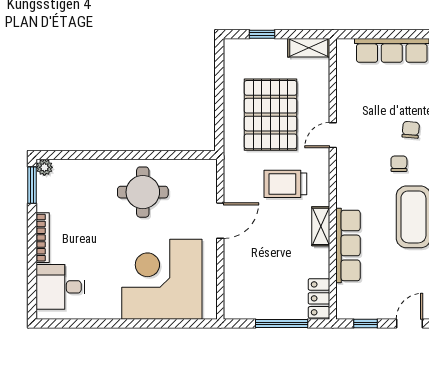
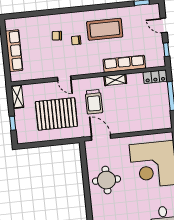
door: (220, 221) -> (101, 137), moved

